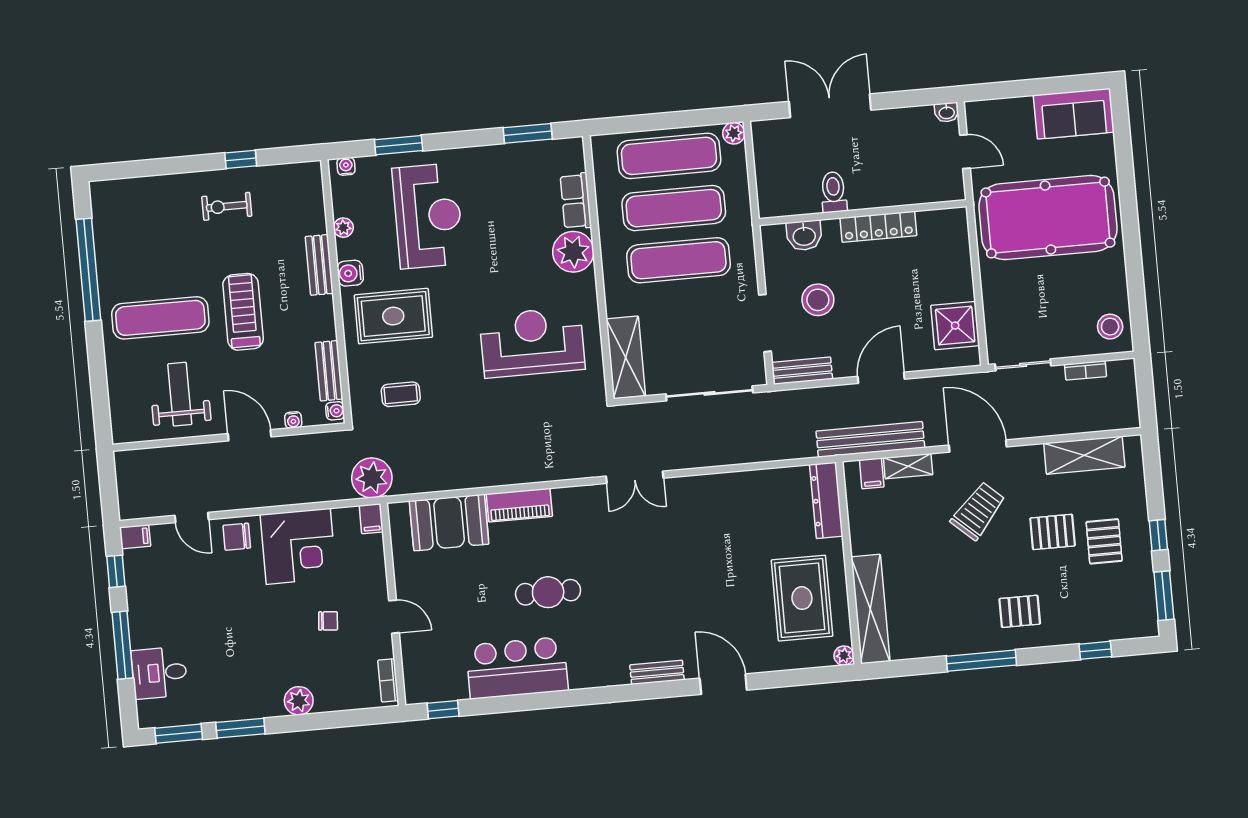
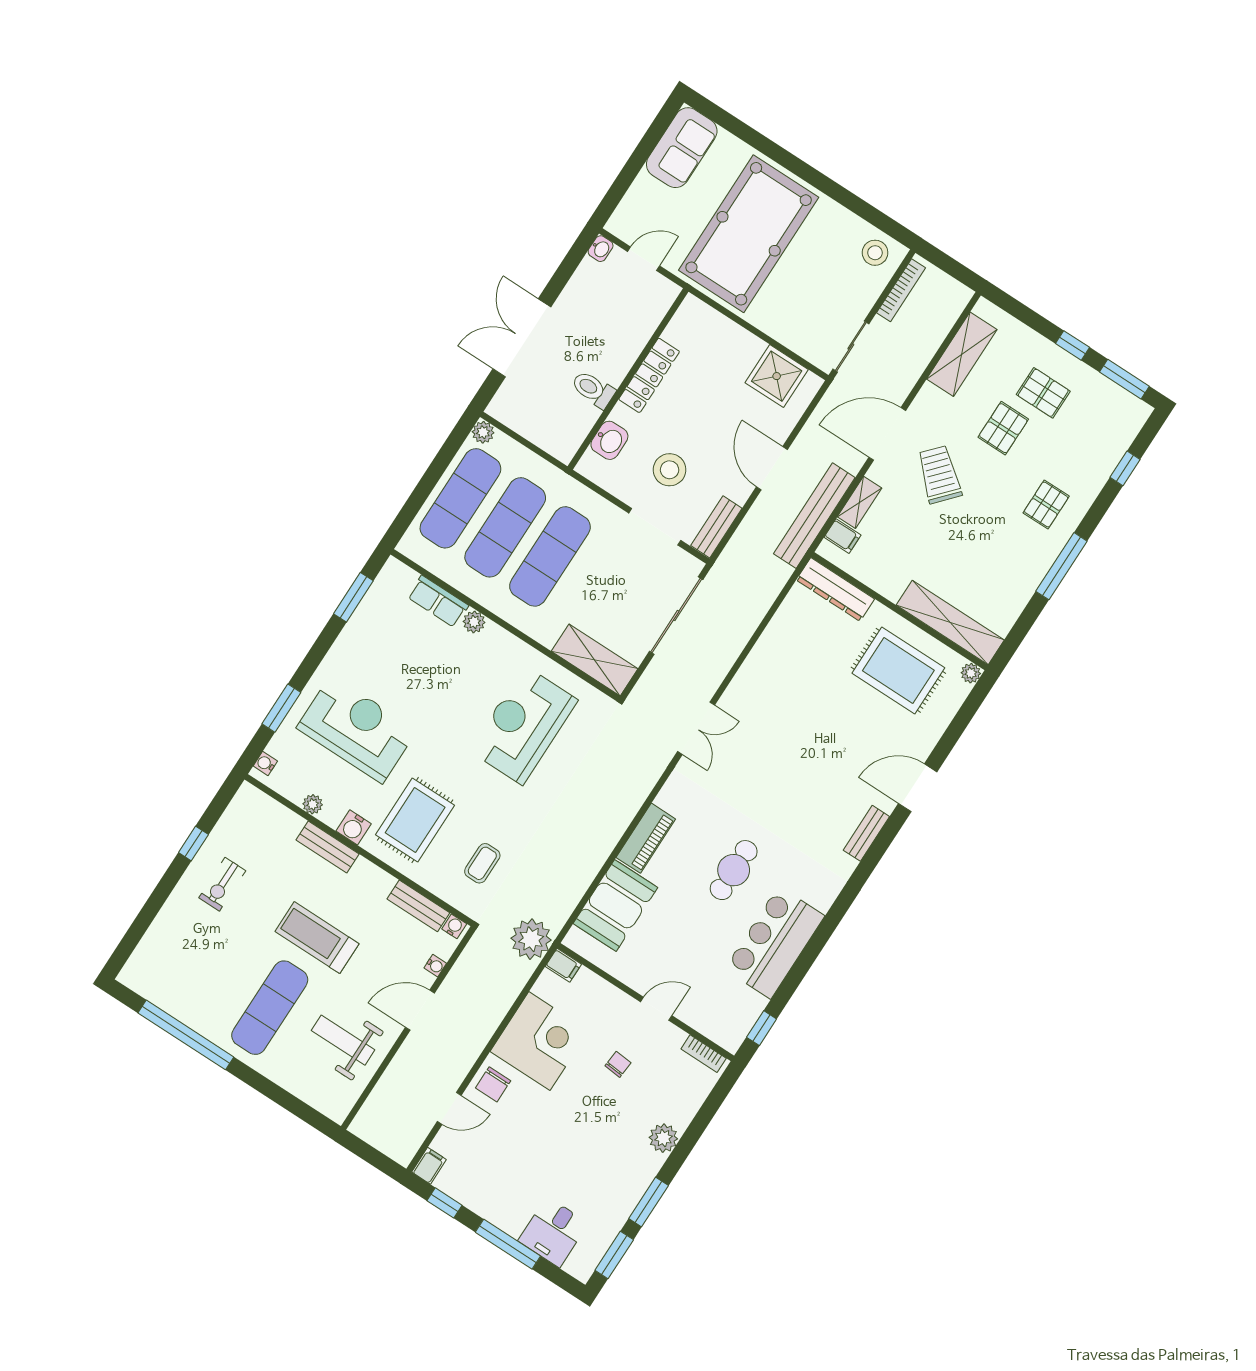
plant: (573, 252) -> (474, 622), width x0.53, depth x0.53
bookcase: (1085, 370) -> (901, 290), width x1.56

